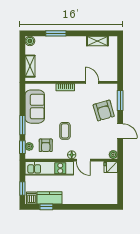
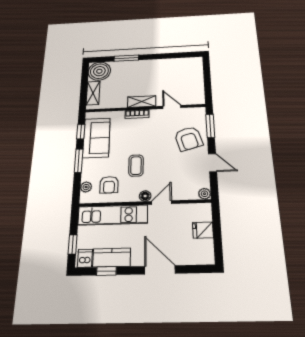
boiler: (30, 41) -> (99, 71), width x1.86, depth x1.86
shelving: (97, 41) -> (142, 102), moved
window: (22, 147) -> (81, 132), moved
door: (83, 160) -> (162, 203), swing flipped
fridge: (111, 167) -> (203, 230), moved
door: (82, 207) -> (160, 270), added

